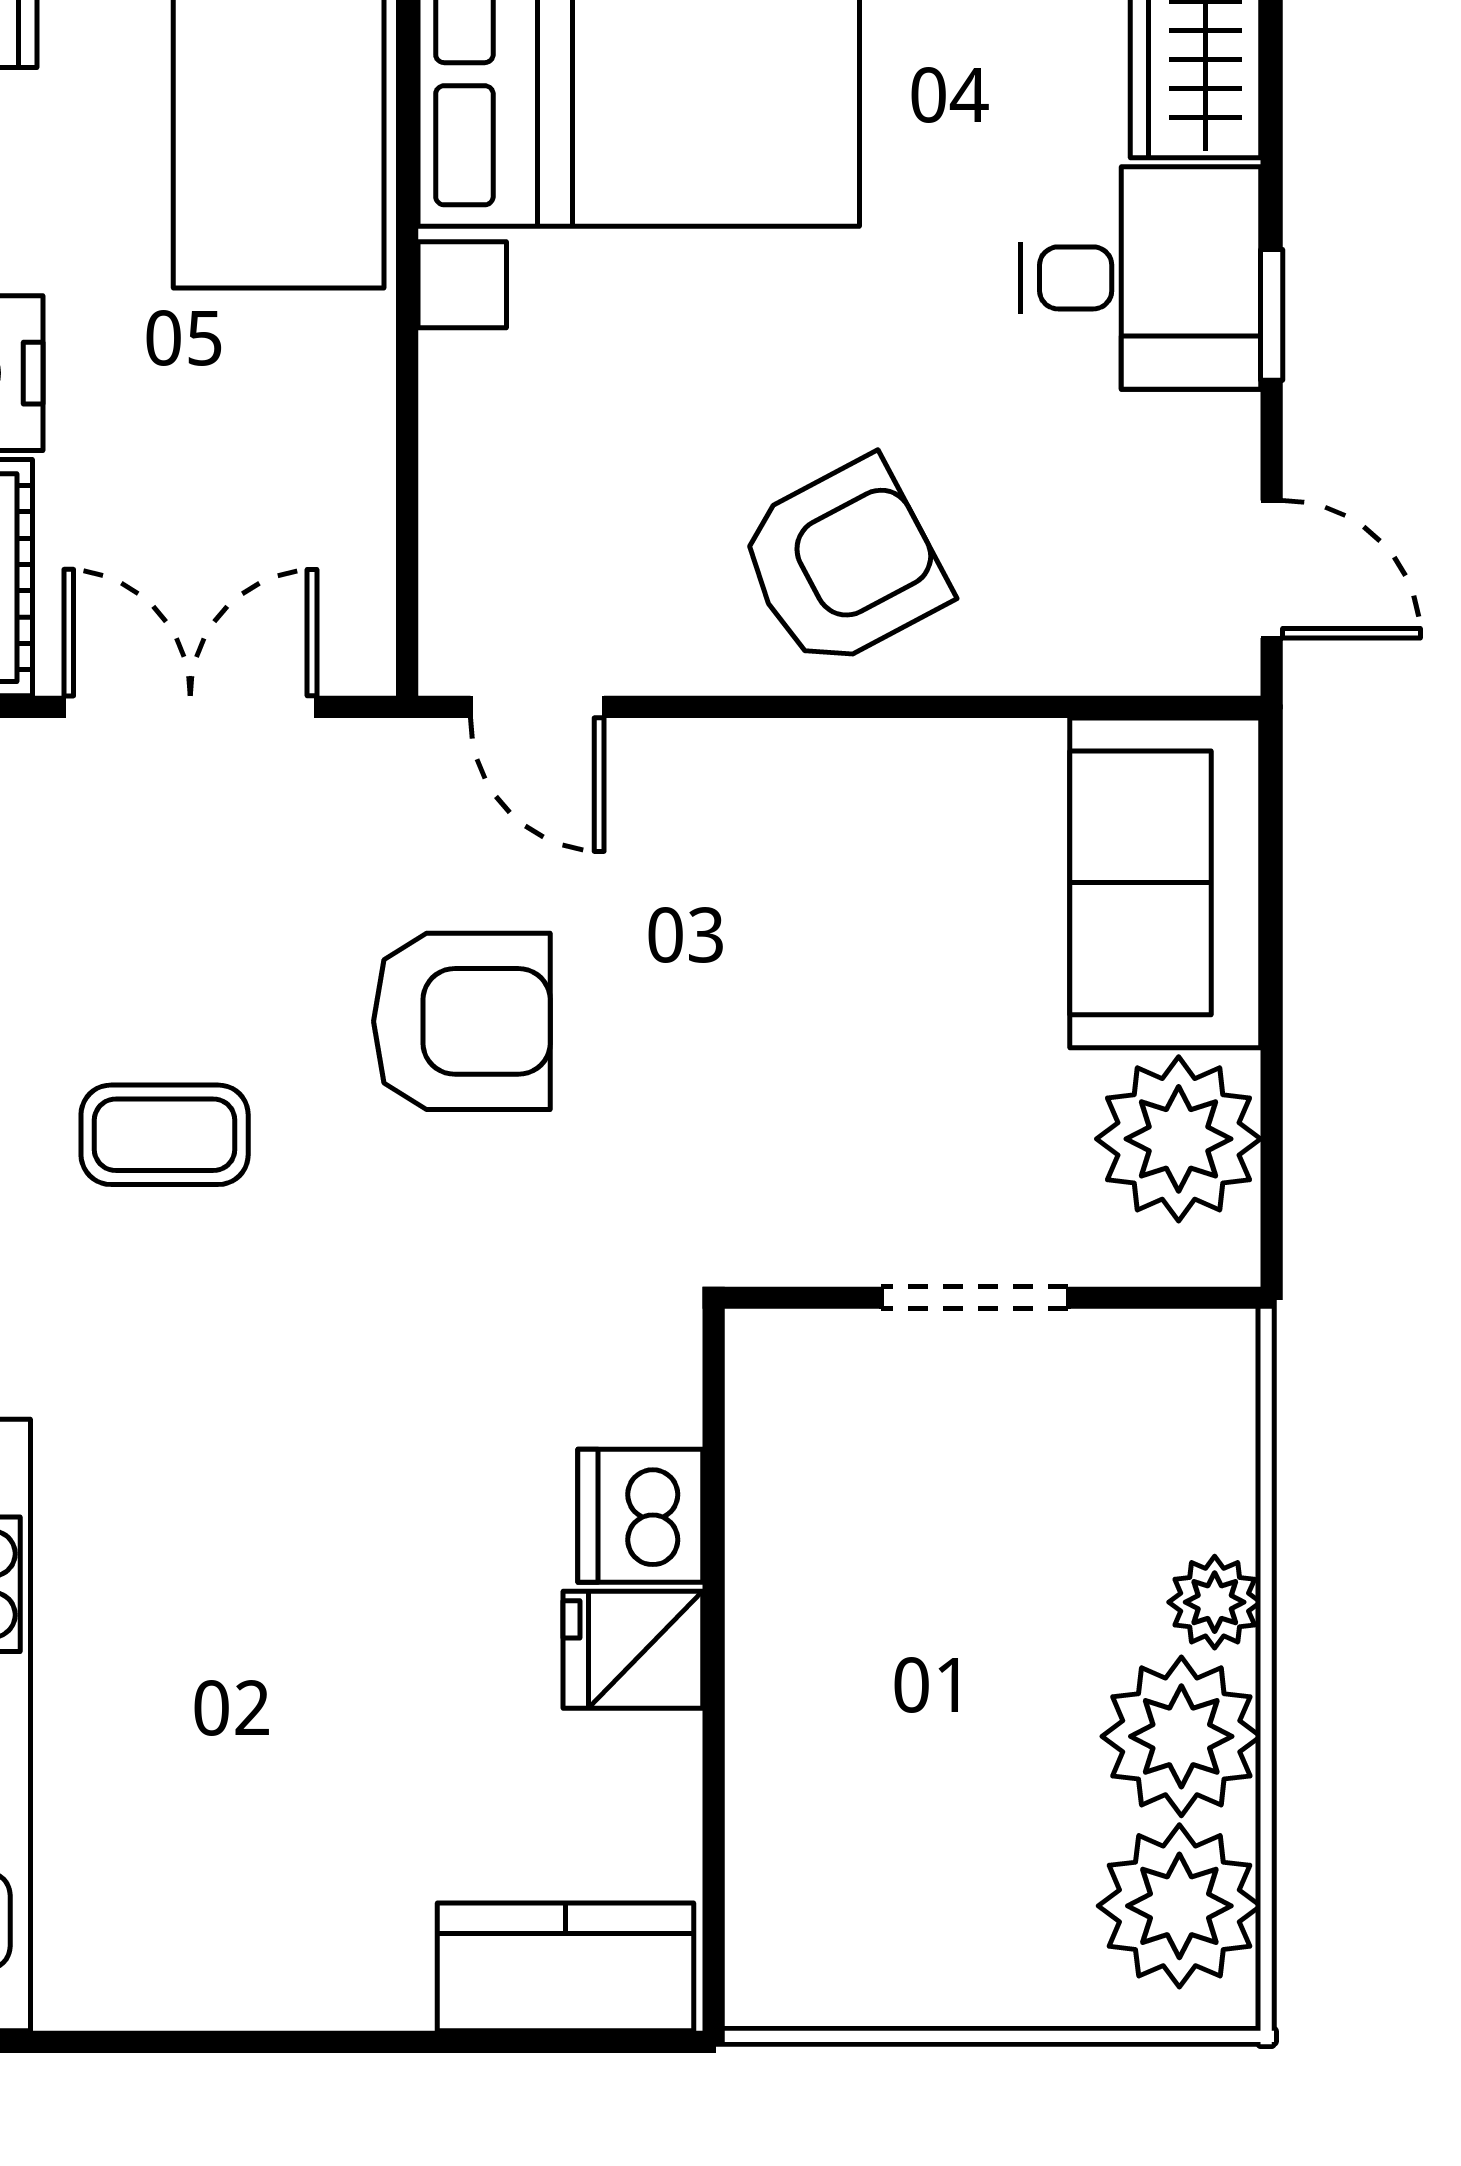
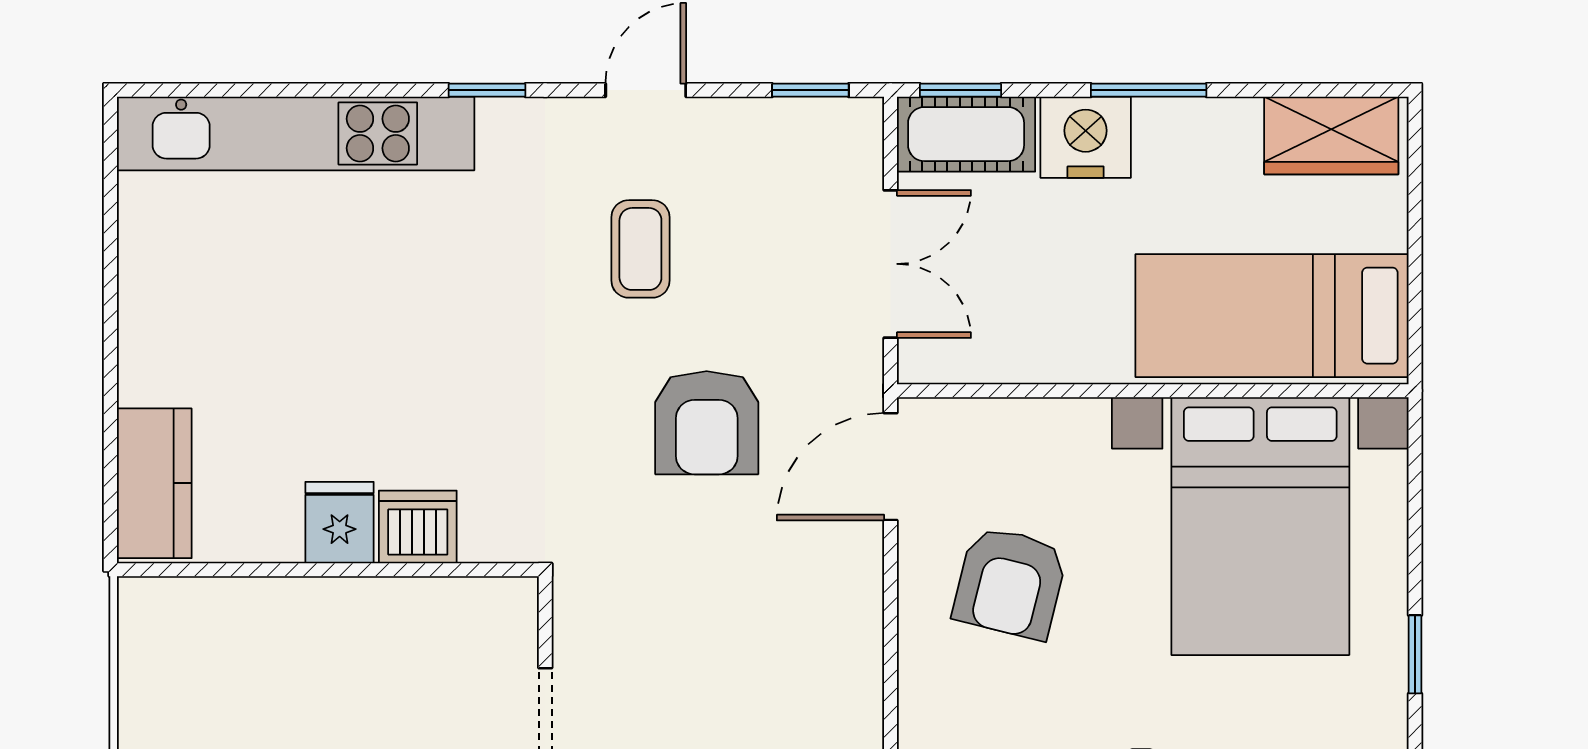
armchair: (843, 564) -> (1010, 583), moved, turned 42
door: (537, 707) -> (891, 467), width x1.37

